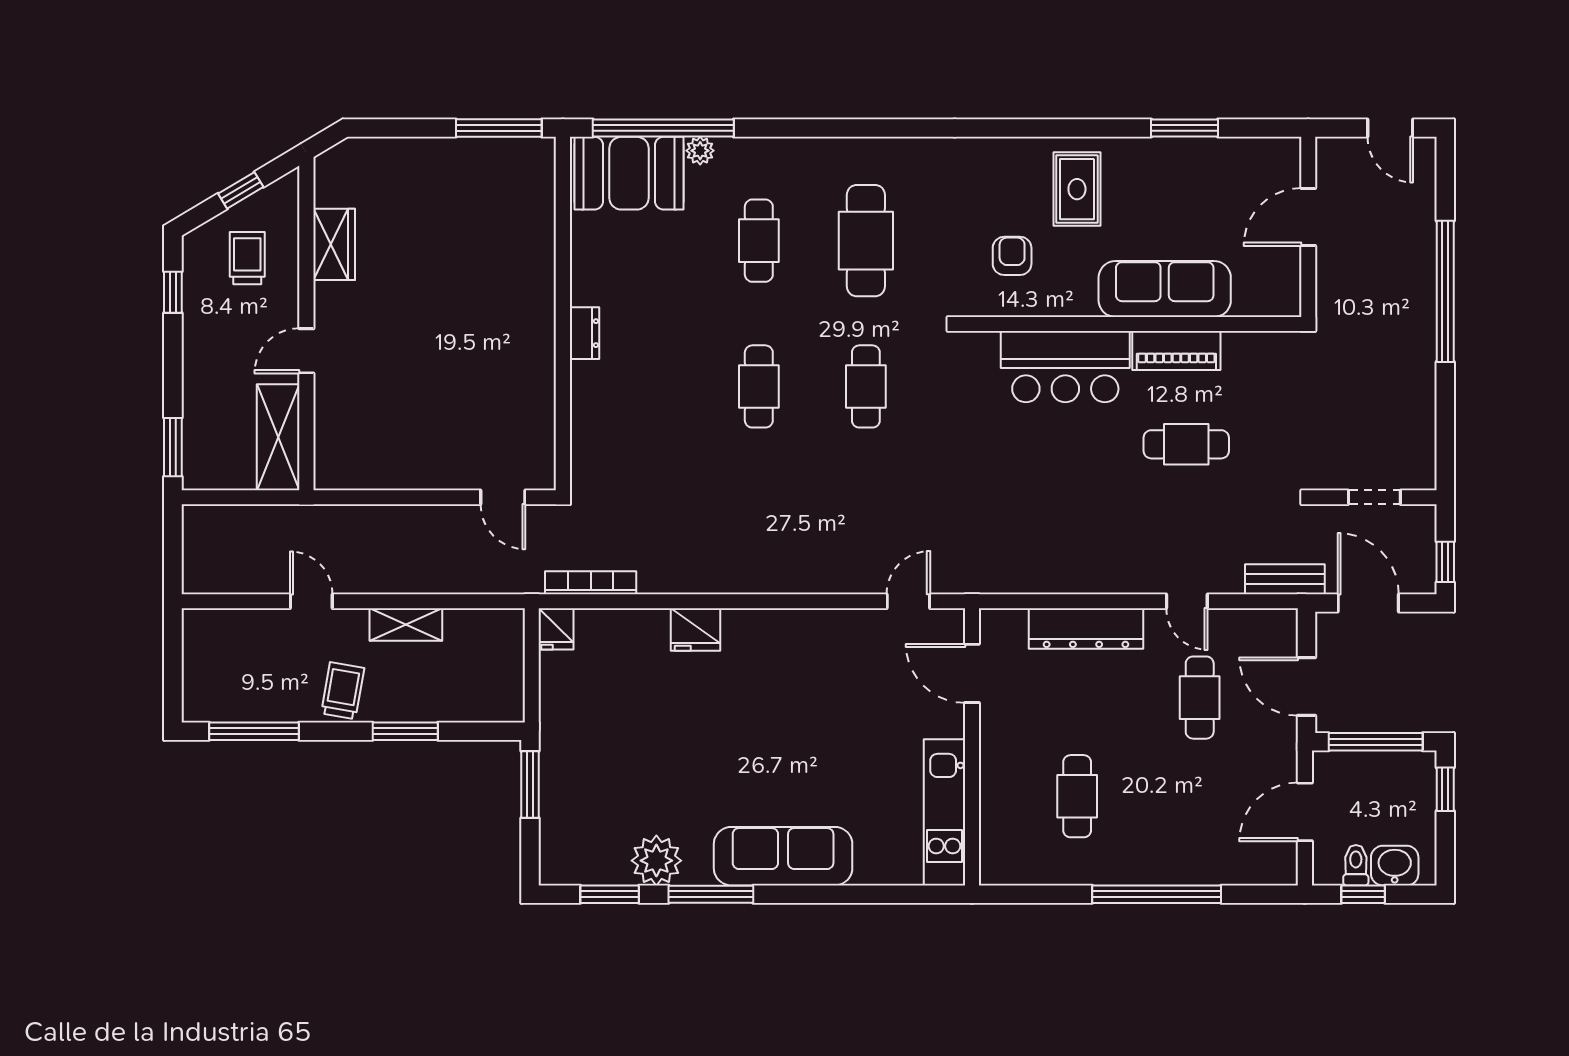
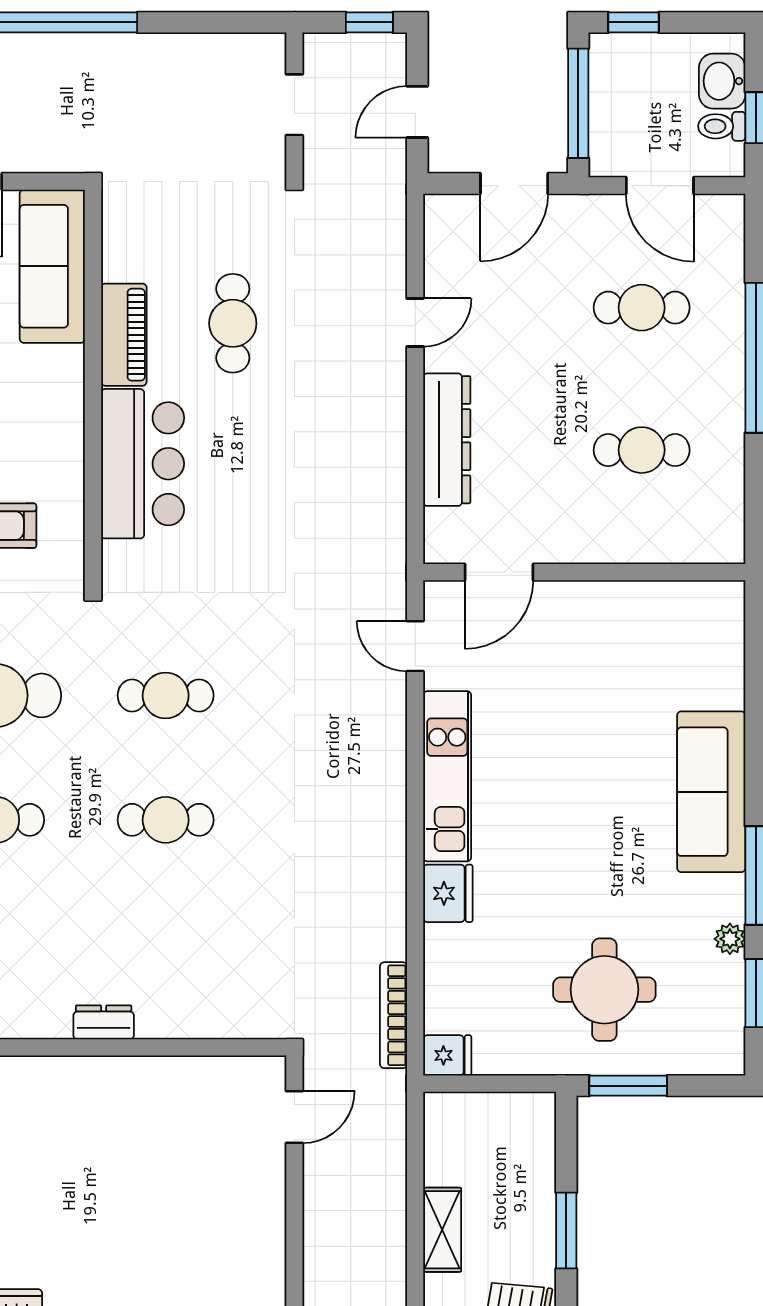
sofa: (1165, 289) -> (52, 266), moved
bench: (1285, 579) -> (390, 209), removed
door: (1368, 603) -> (417, 112), width x0.73
cafe table: (1200, 698) -> (642, 308), moved
round table: (613, 764) -> (604, 990), added
kitchen unit: (944, 812) -> (447, 776), moved, turned -90
plant: (656, 861) -> (730, 939), width x0.53, depth x0.53

